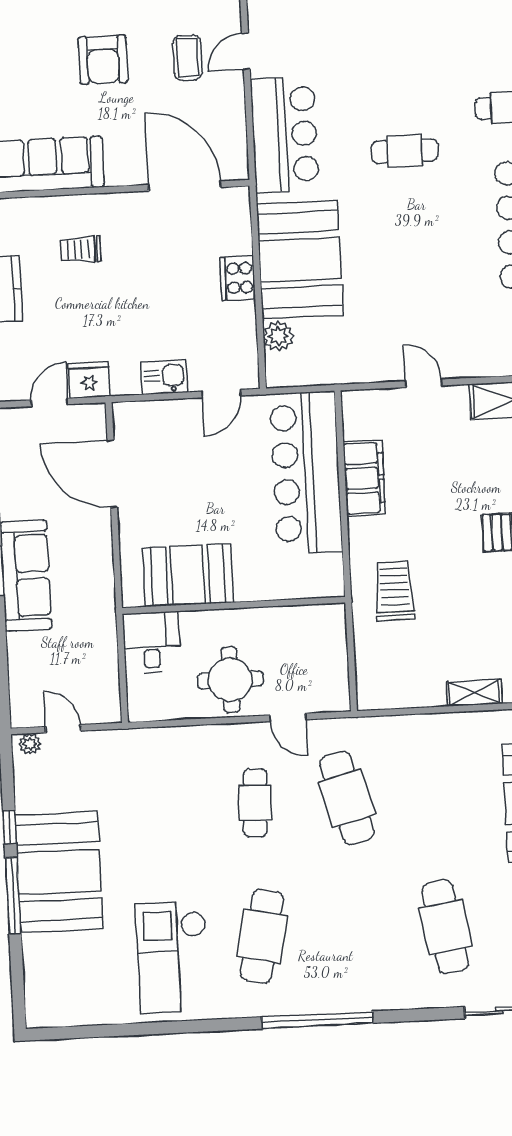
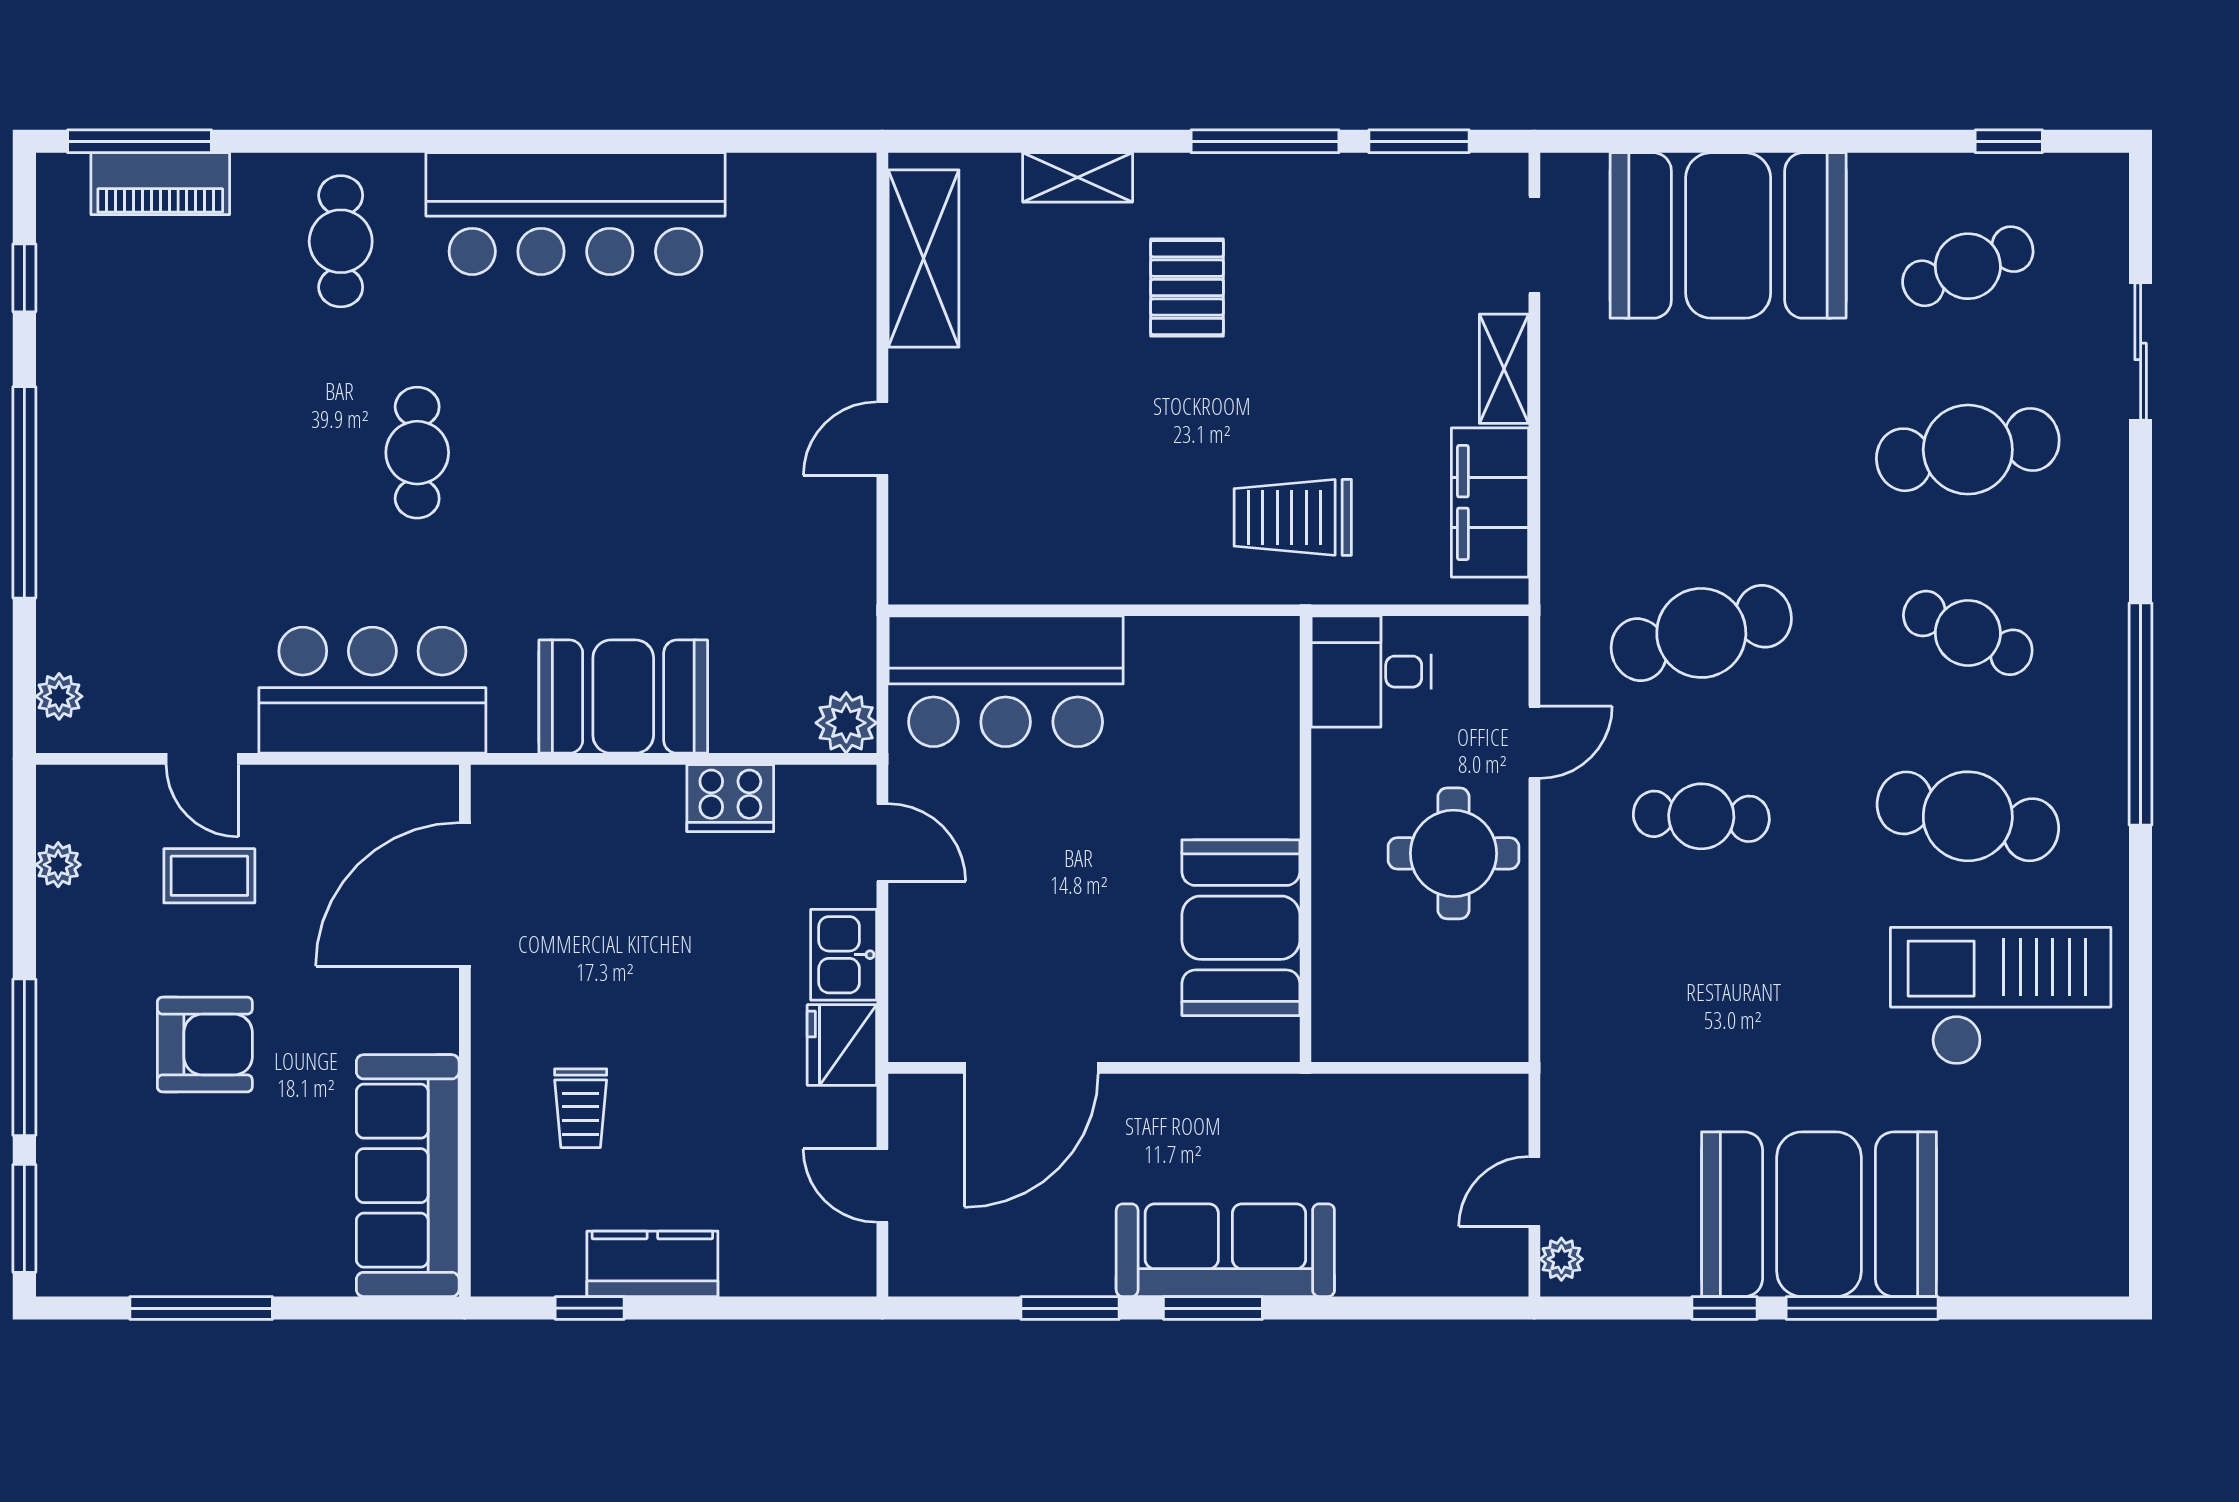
booth: (300, 260) -> (623, 697), width x0.73, depth x0.70
cooker: (238, 278) -> (730, 798), moved
plant: (278, 336) -> (846, 723), moved
fridge: (89, 380) -> (842, 1045), moved
bar counter: (306, 473) -> (1006, 681), width x0.73
filing cabinet: (364, 478) -> (1490, 503), moved, turned -90
desk: (152, 642) -> (1371, 672), moved
cafe table: (354, 932) -> (1968, 633), added
checkout: (173, 957) -> (2001, 996), turned 180

